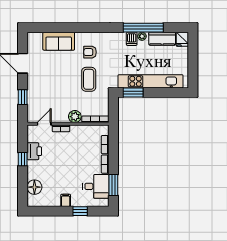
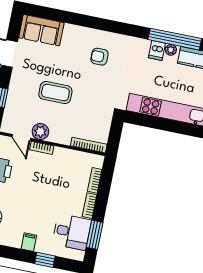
sofa: (59, 41) -> (41, 30), moved
coffee table: (89, 79) -> (55, 93), moved, turned 90
window: (133, 93) -> (145, 120), removed
plant: (75, 117) -> (40, 132), moved
door: (44, 124) -> (21, 137), swing flipped

